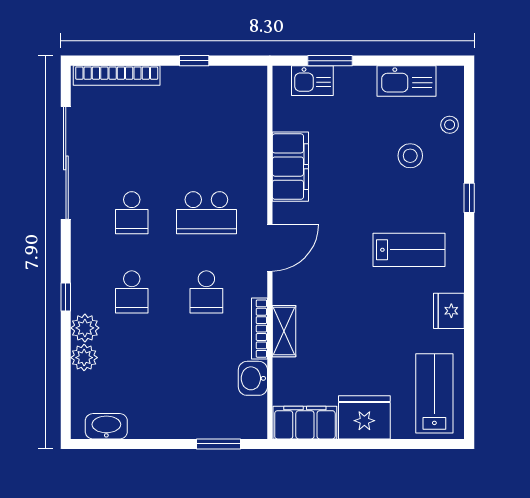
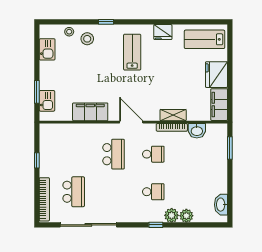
kitchen sink: (407, 81) -> (47, 49), width x0.73
stool: (410, 156) -> (87, 39), moved
school desk: (132, 213) -> (74, 192), moved, width x1.85

